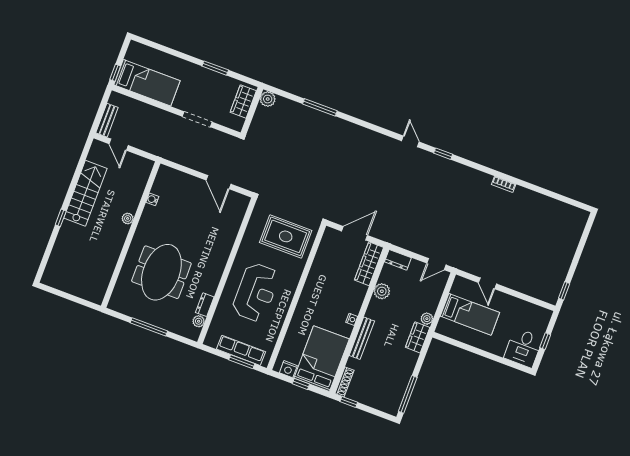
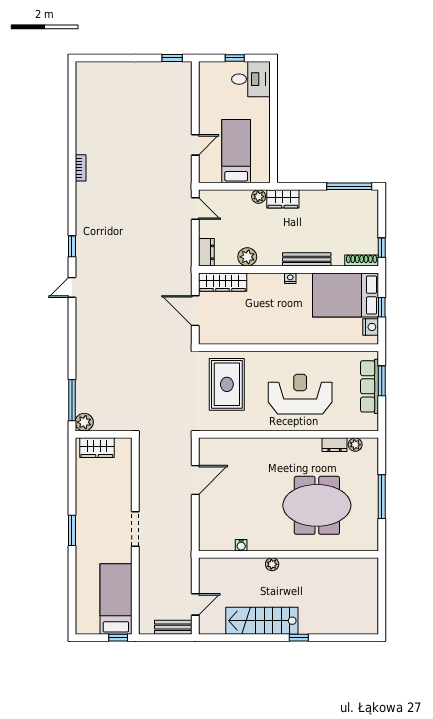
plant: (268, 99) -> (84, 422), moved
wardrobe: (243, 102) -> (97, 448), moved
wall: (252, 111) -> (104, 434), moved

